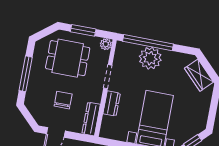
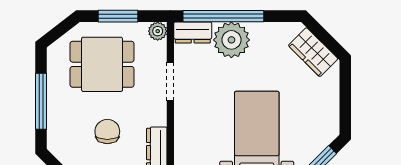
dresser: (112, 103) -> (193, 32), moved, turned 90

